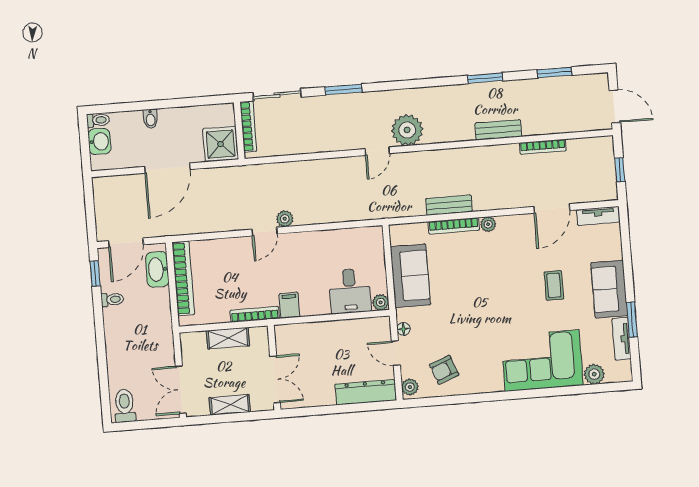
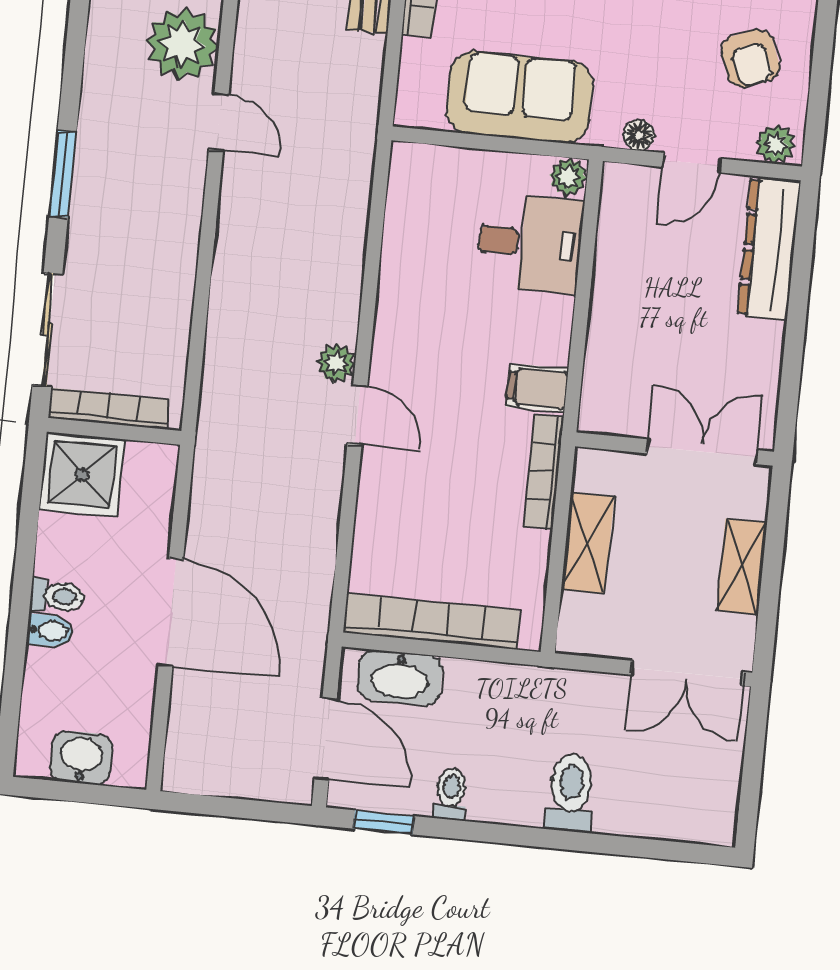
toilet: (98, 120) -> (57, 596), moved, turned 90
shower: (221, 144) -> (82, 474), moved
toilet: (125, 406) -> (571, 793), moved, turned 90

